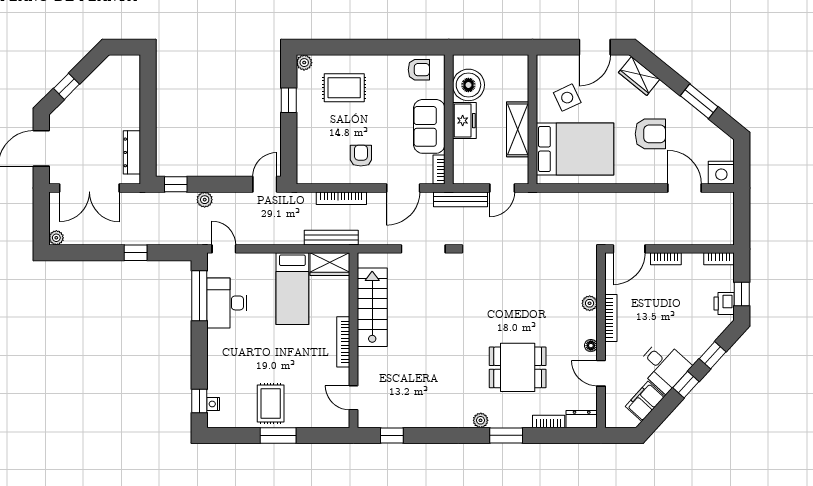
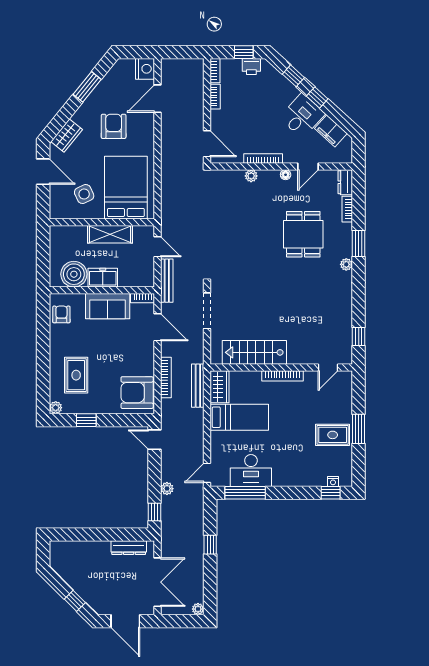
armchair: (361, 156) -> (137, 393), moved, width x1.88, depth x1.88
bookcase: (666, 259) -> (215, 97), moved

